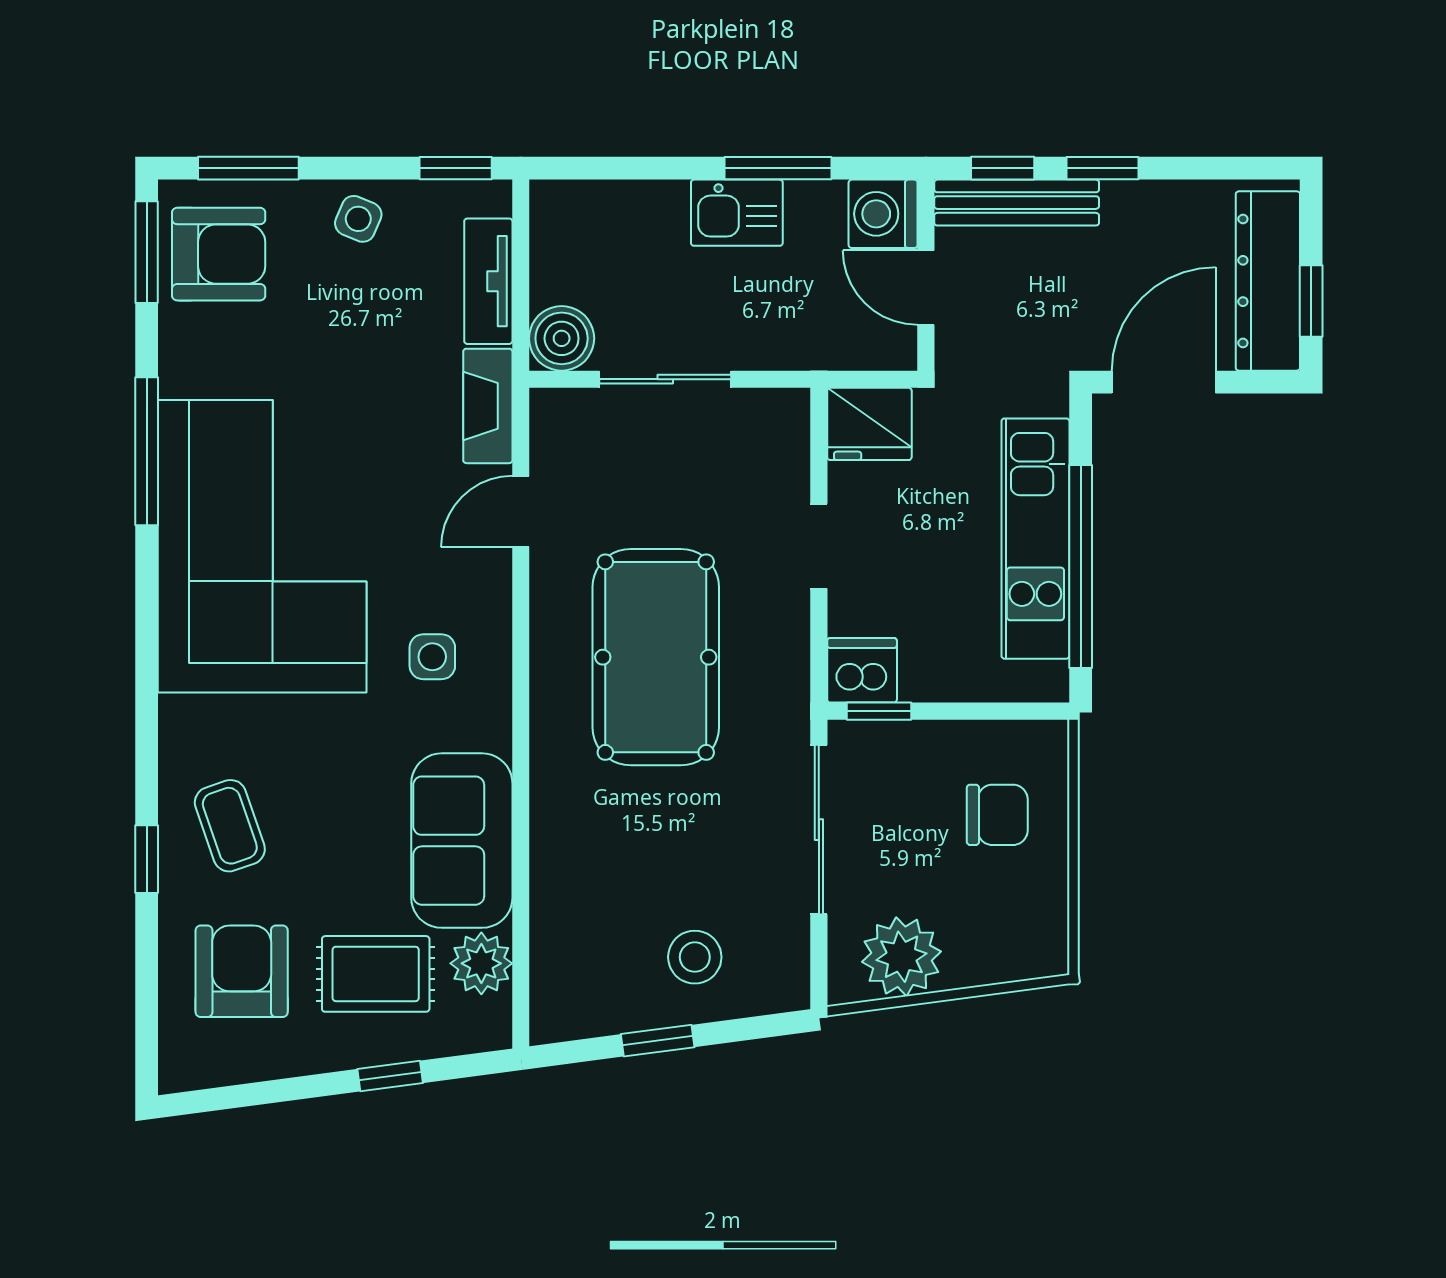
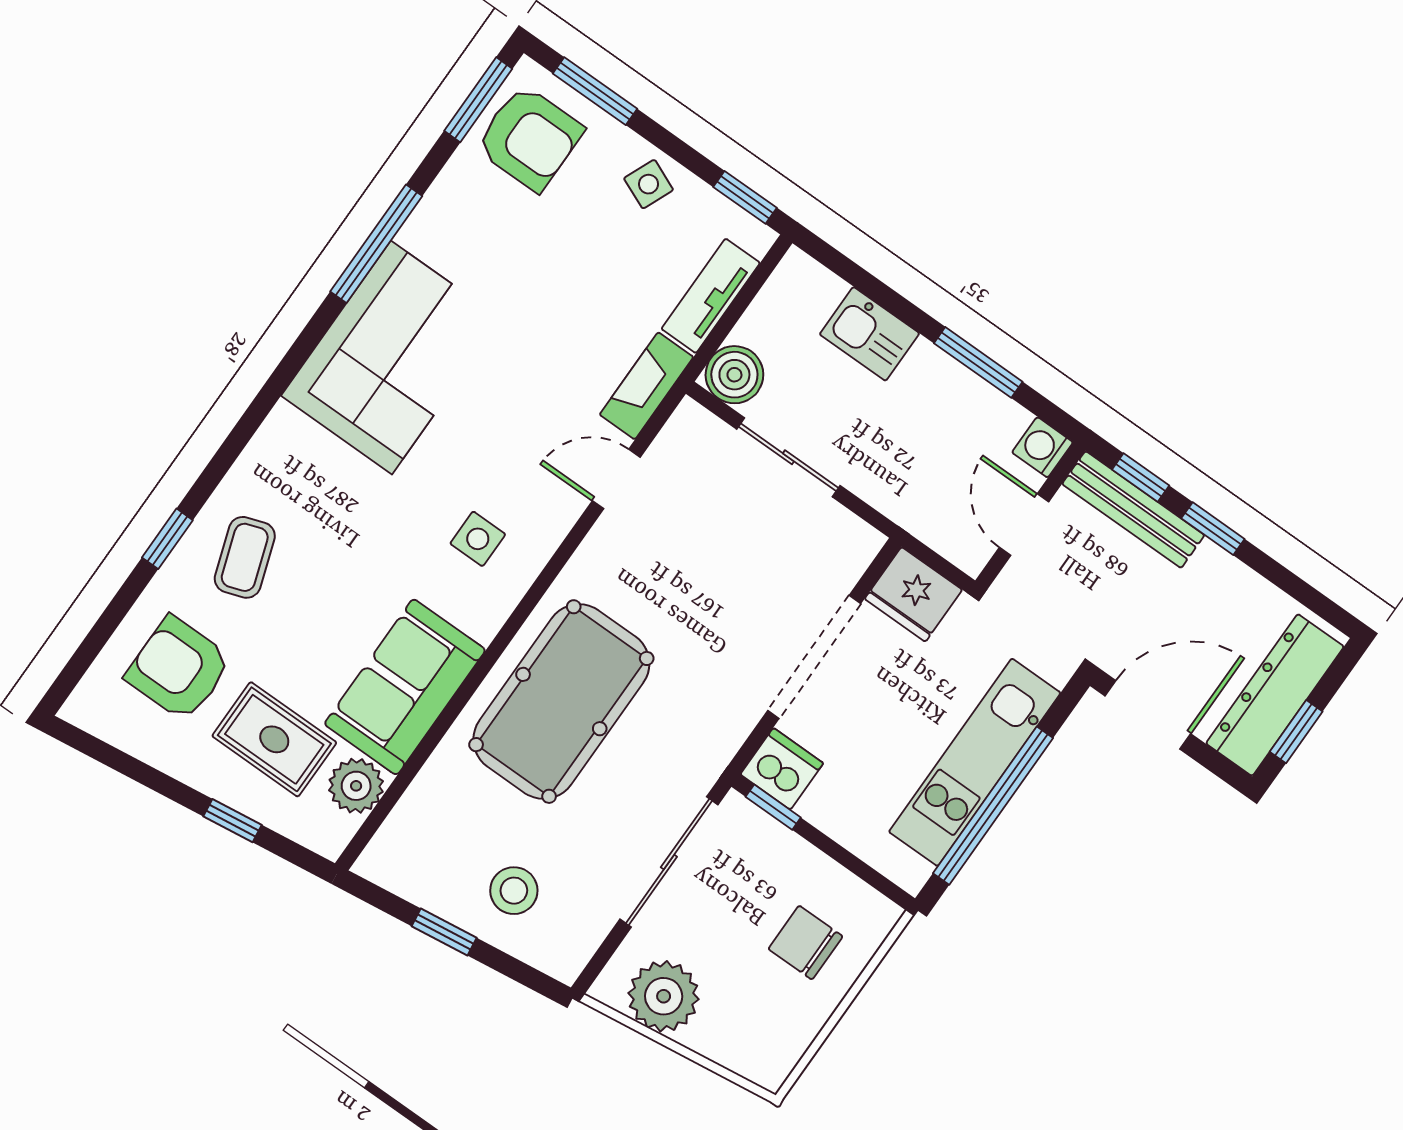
kitchen sink: (737, 213) -> (869, 334), moved
washing machine: (883, 214) -> (1042, 447), width x0.73, depth x0.73
corner sofa: (262, 546) -> (391, 358), width x0.73, depth x0.74
doorway: (819, 546) -> (814, 657), width x1.88
pool table: (656, 657) -> (561, 702), moved
chair: (997, 815) -> (806, 943), turned 180
armchair: (242, 971) -> (179, 669), turned -90

